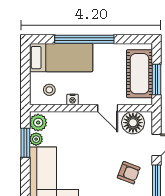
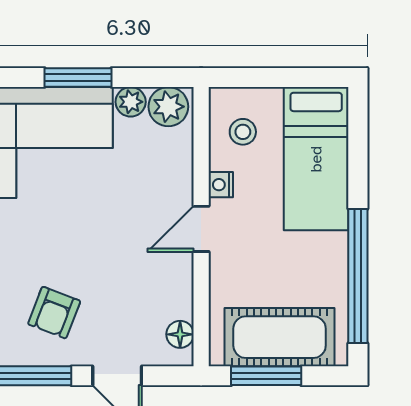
window: (84, 39) -> (358, 276), moved
door: (108, 108) -> (201, 229), moved
floor lamp: (133, 123) -> (180, 334), width x0.53, depth x0.53
window: (25, 143) -> (78, 77), moved

